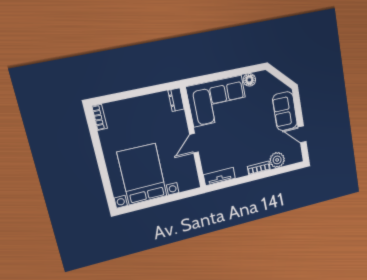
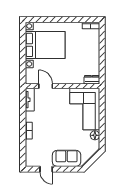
door: (302, 134) -> (46, 169), swing flipped
door: (194, 143) -> (46, 86), moved
plant: (277, 160) -> (31, 146), removed

